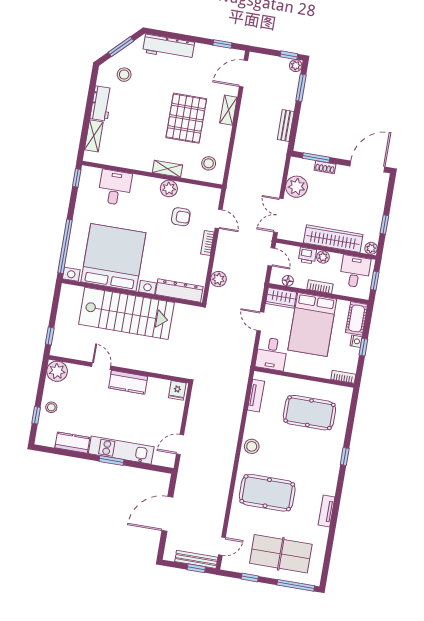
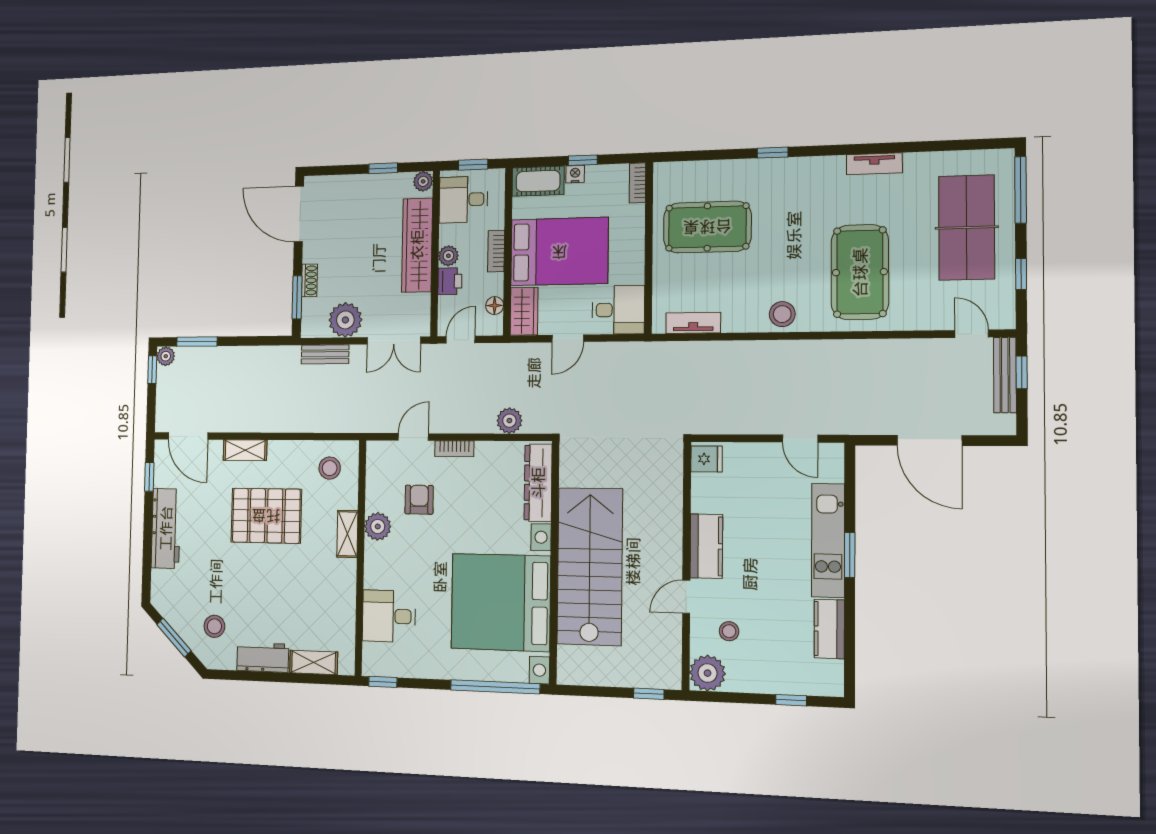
workbench: (169, 47) -> (166, 528), moved
bench: (286, 125) -> (325, 354), moved
stool: (51, 407) -> (729, 631), moved
pool table: (309, 413) -> (707, 227), turned 90

